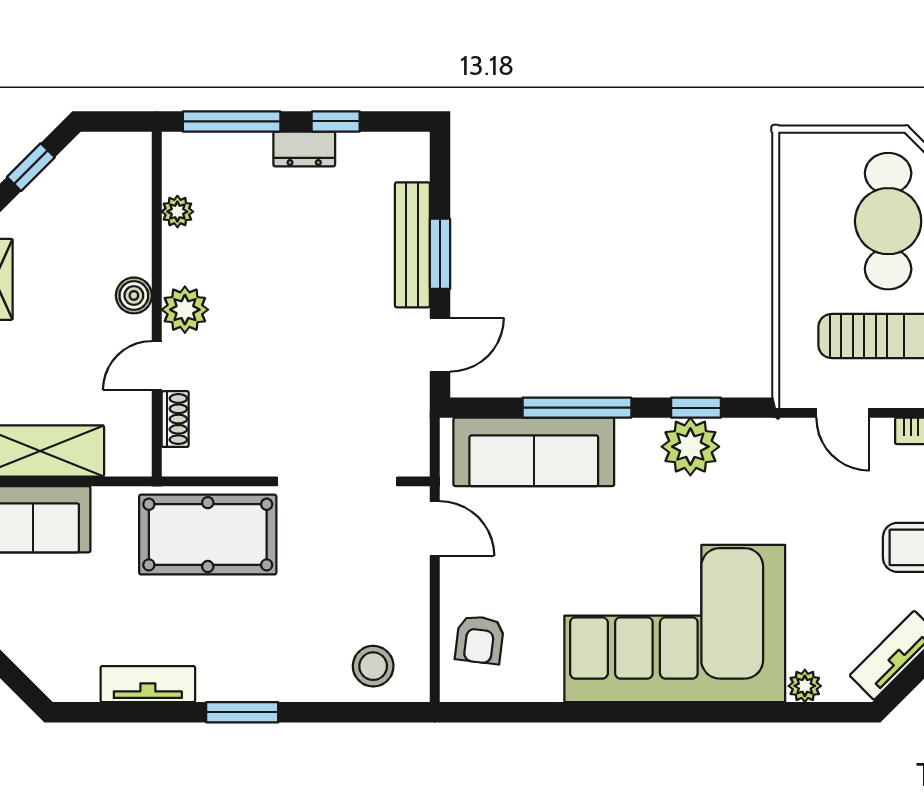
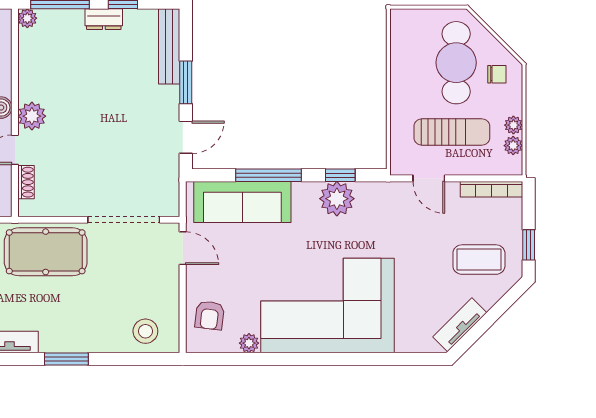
plant: (177, 212) -> (27, 18), moved
bench: (412, 245) -> (169, 46), moved
plant: (805, 686) -> (249, 343), moved

